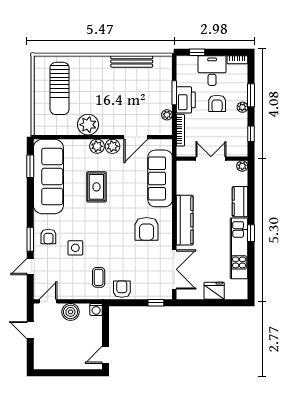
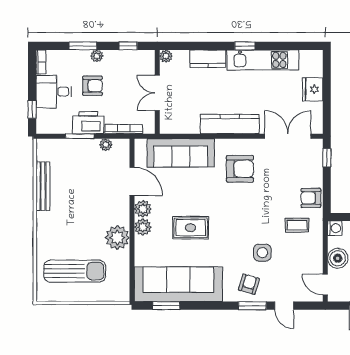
armchair: (48, 236) -> (249, 284), turned -74

